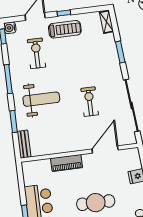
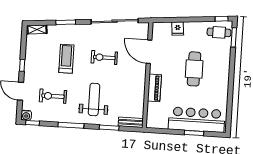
treadmill: (65, 29) -> (66, 59), moved

